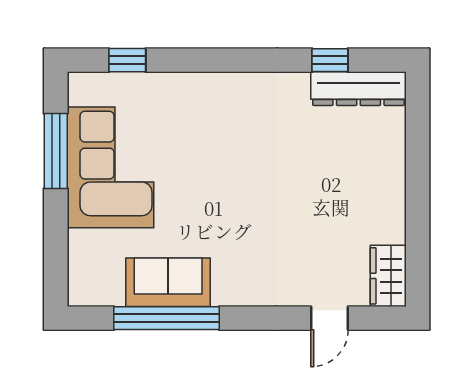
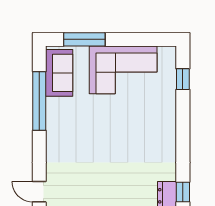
window: (56, 151) -> (84, 39), moved
sofa: (168, 282) -> (59, 73), moved

